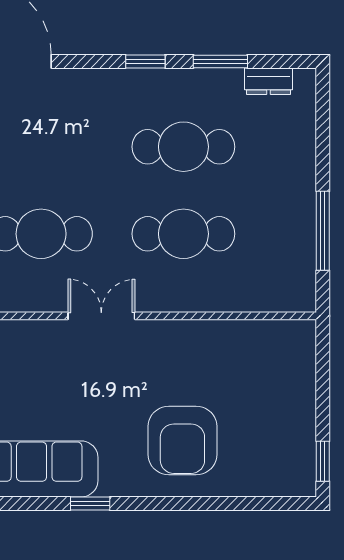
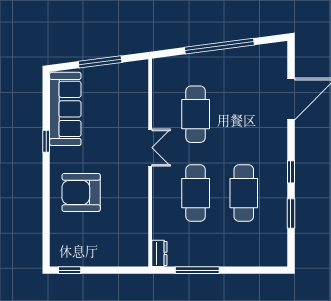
dresser: (269, 81) -> (159, 253), moved, turned 180

